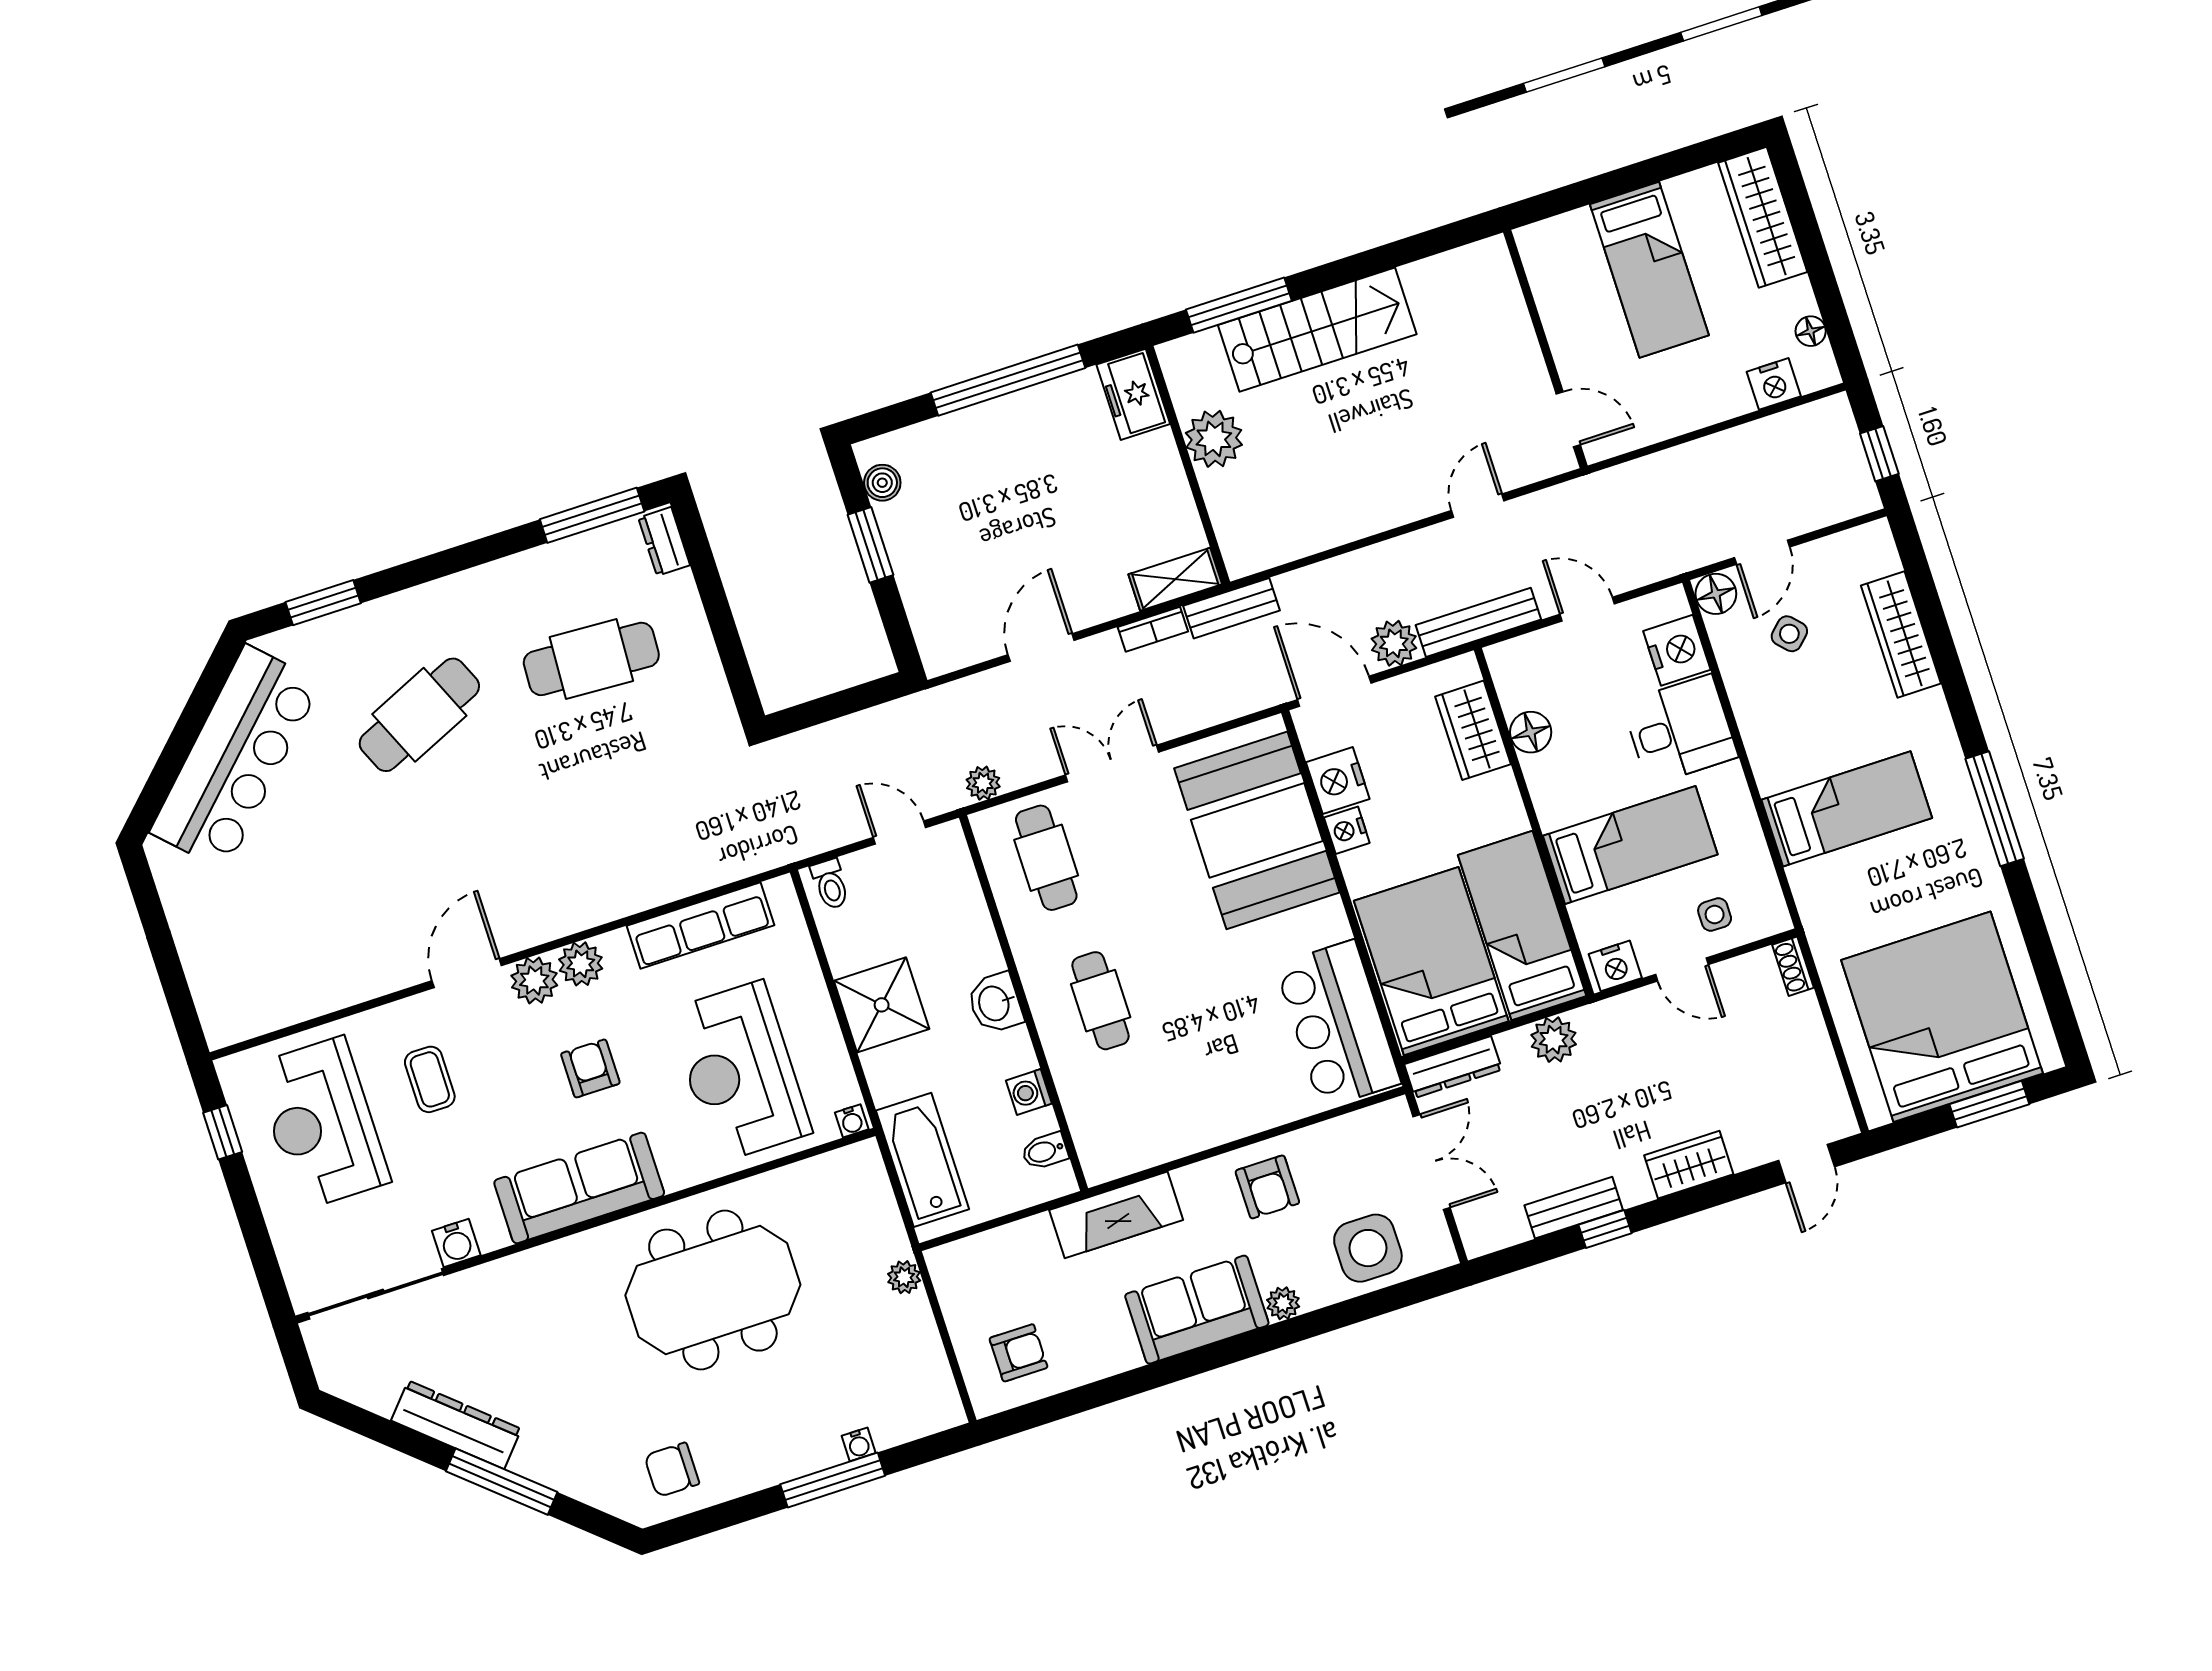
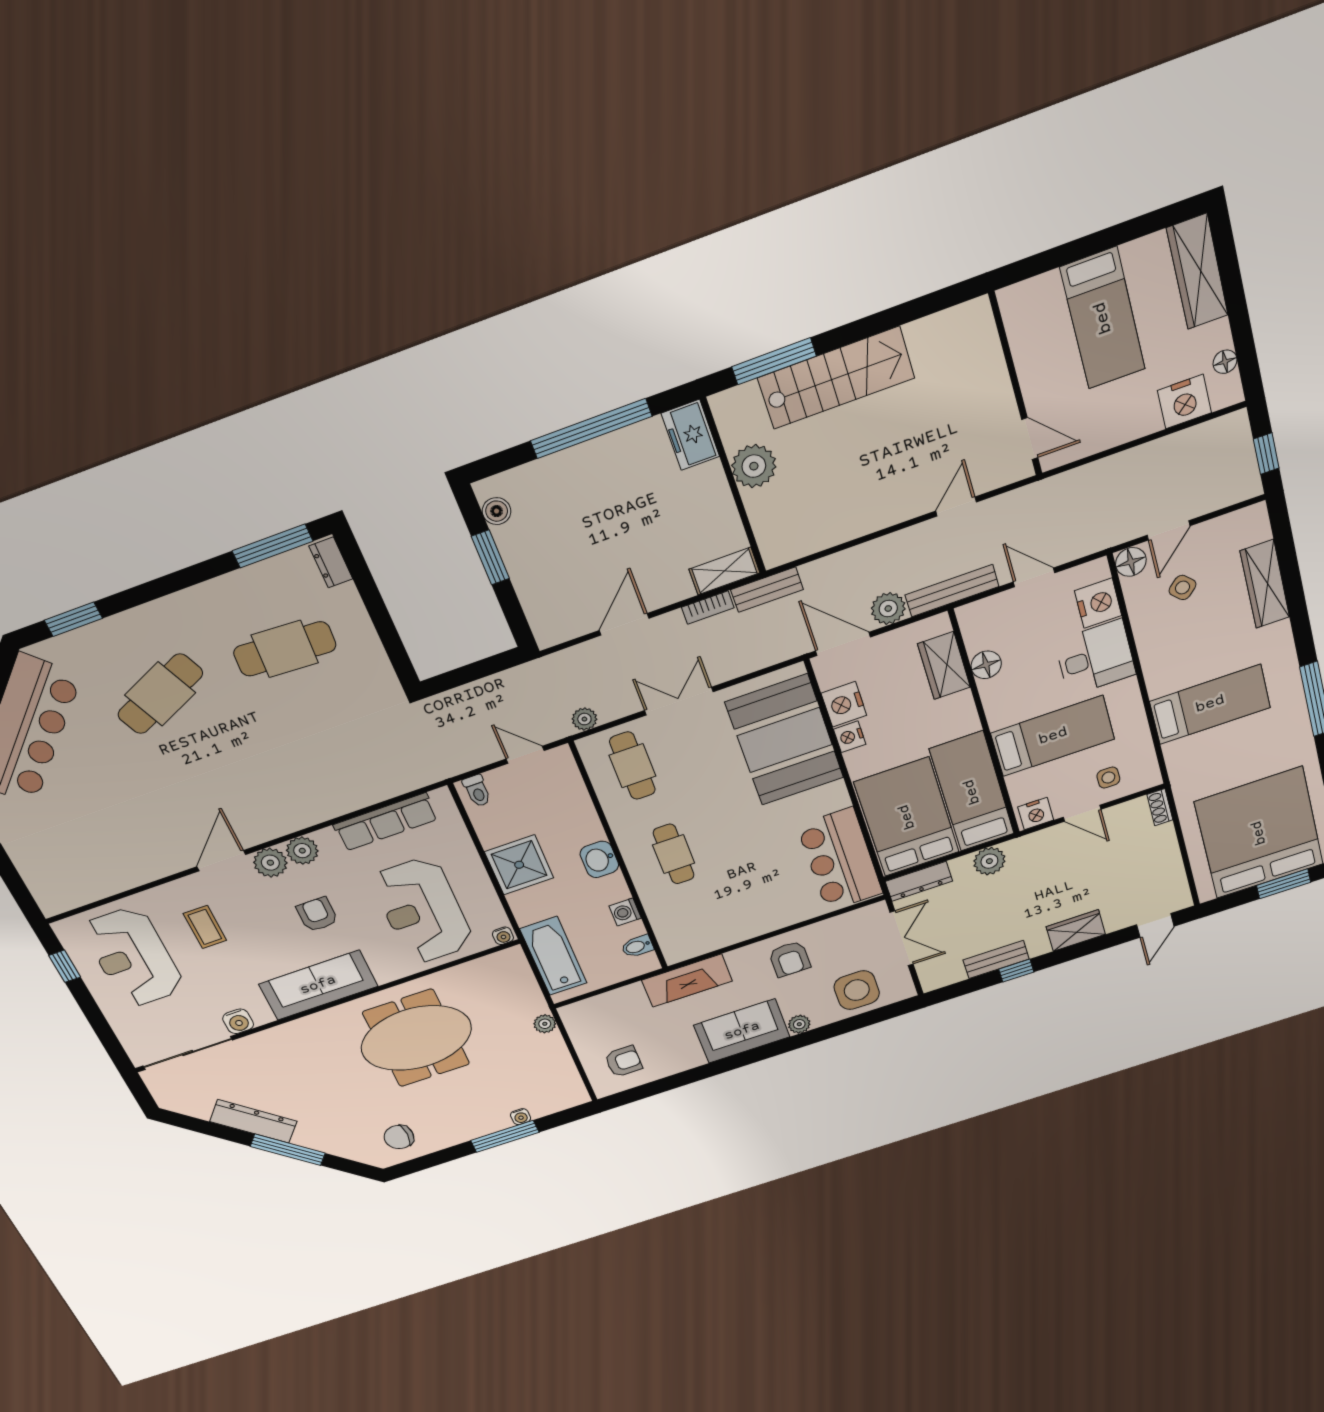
nightstand: (1774, 384) -> (1184, 402), width x1.36, depth x1.33

